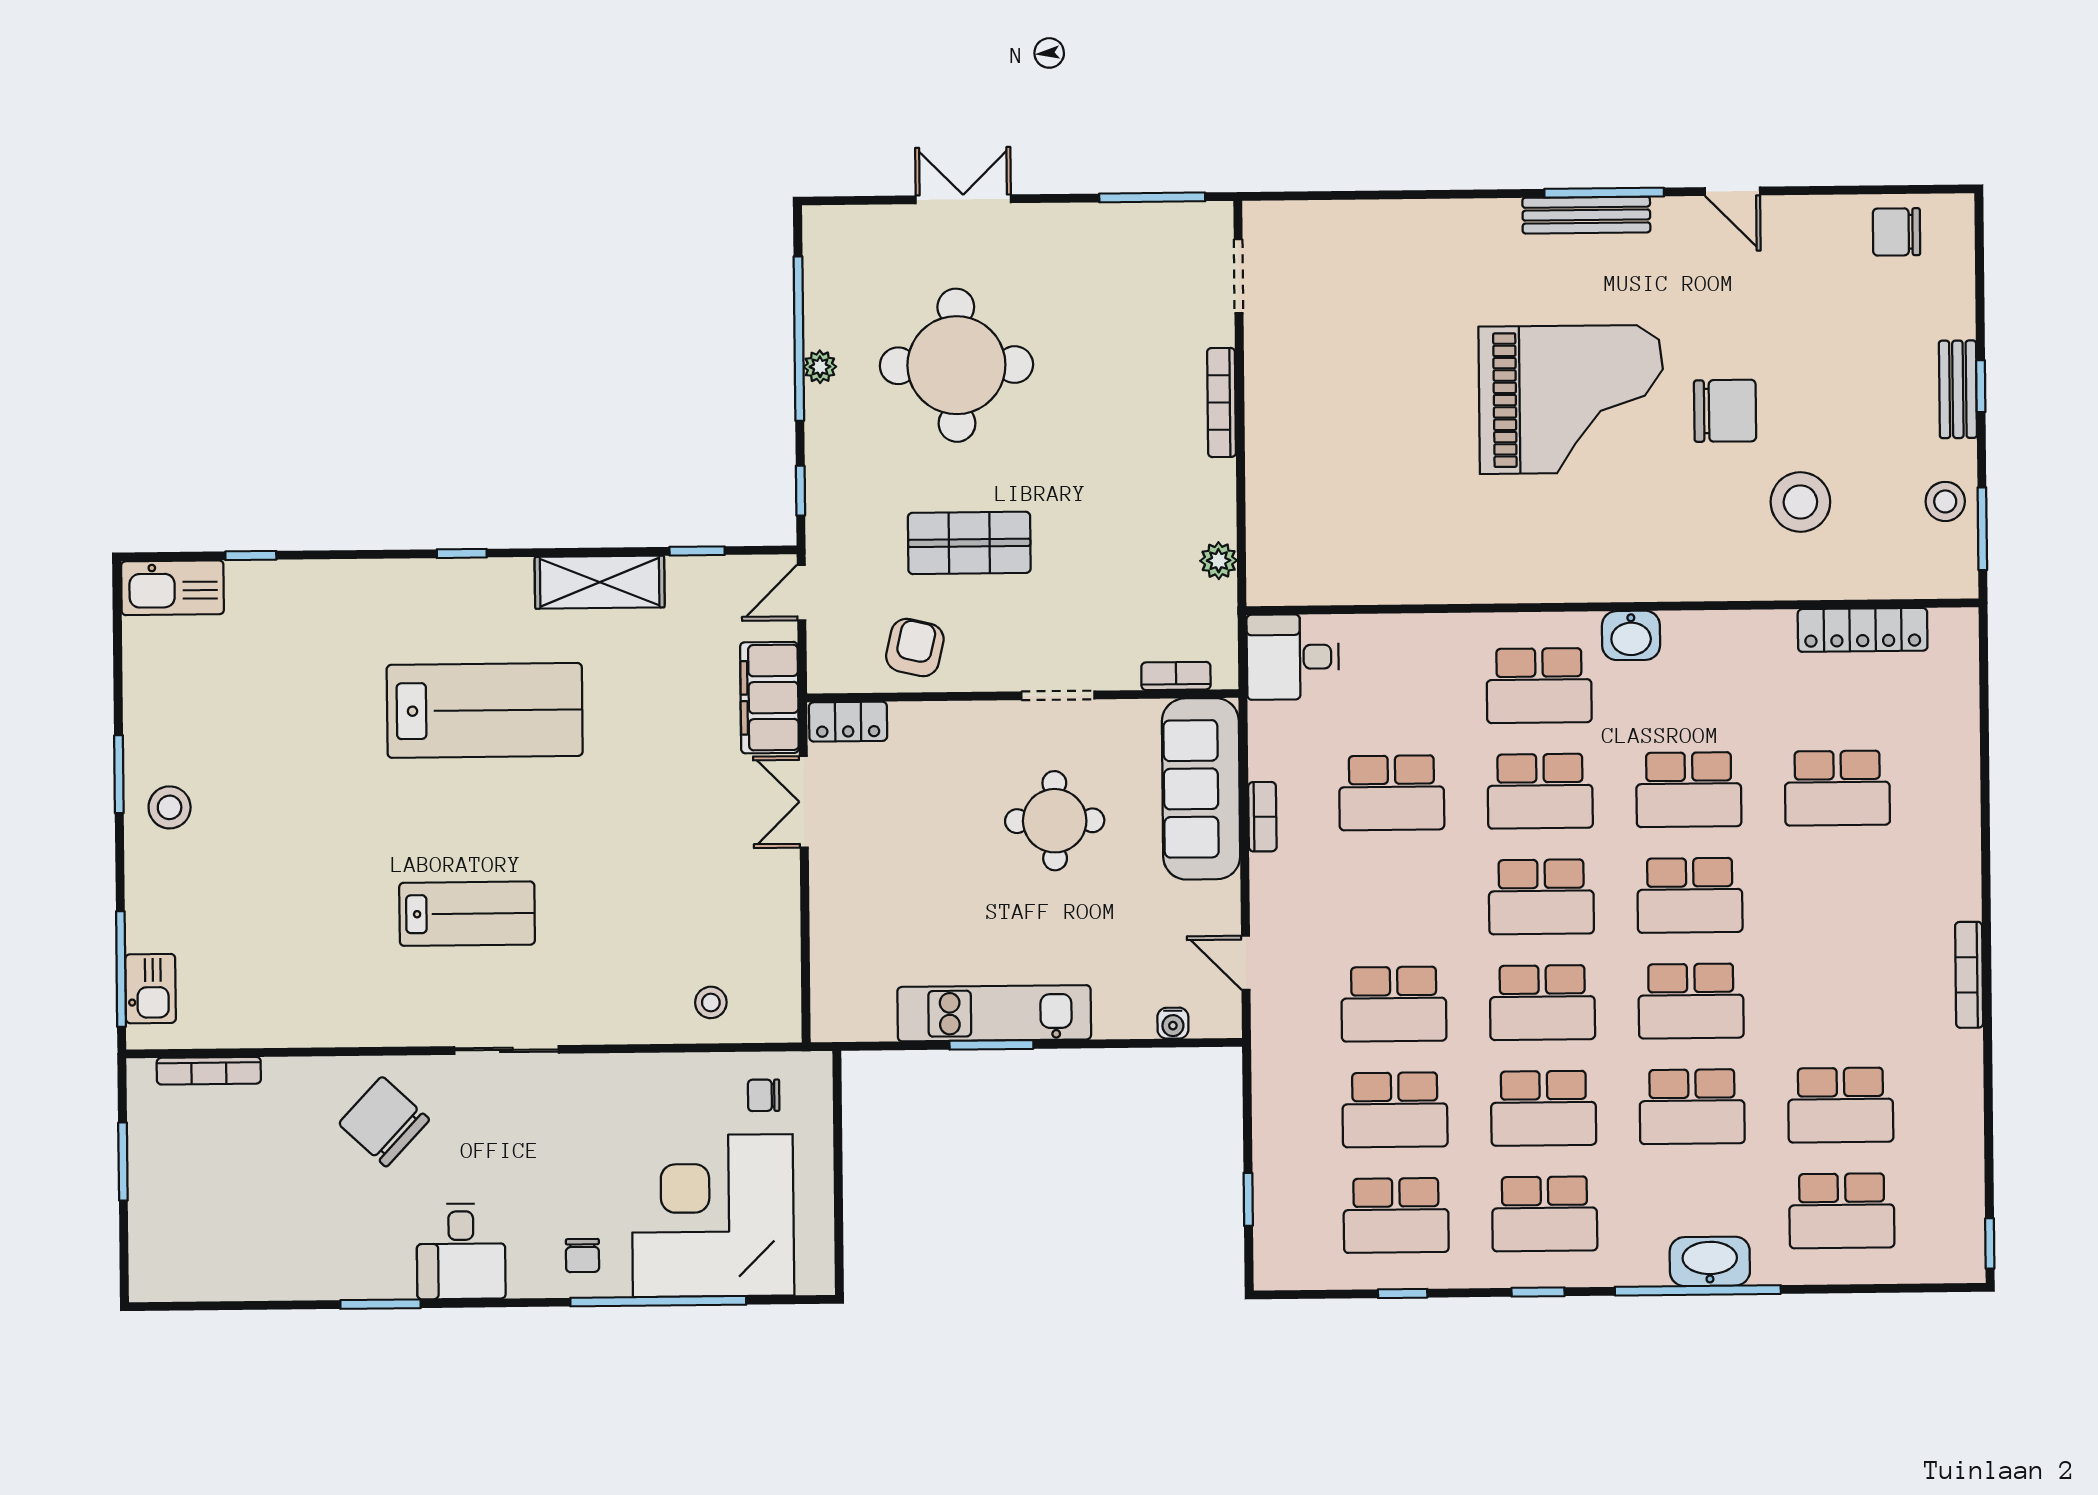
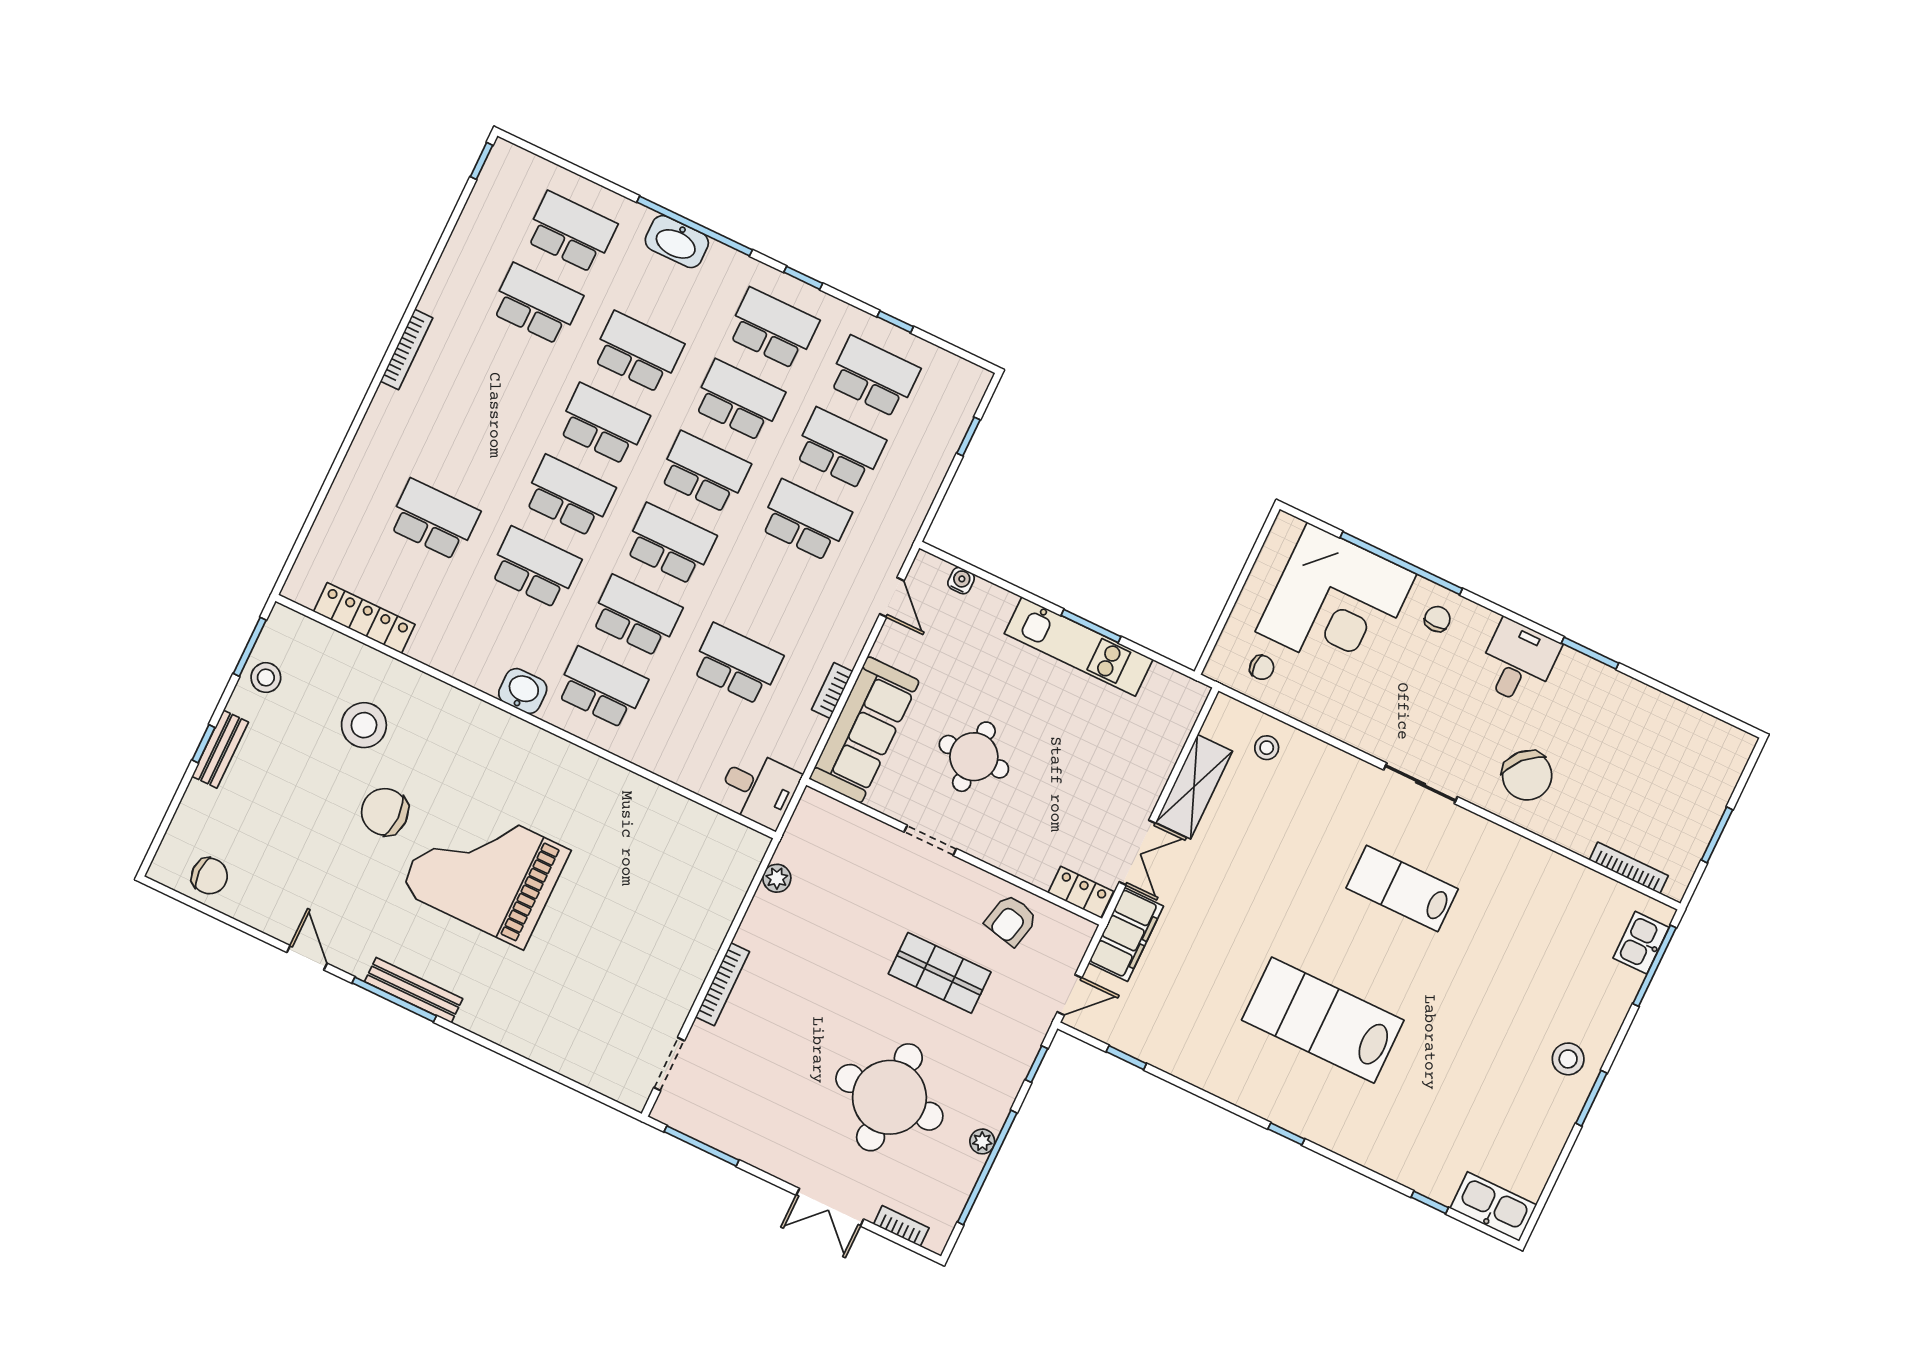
shelving: (600, 582) -> (1194, 787), moved, turned 90
bookcase: (1176, 676) -> (901, 1226), moved, turned 180

